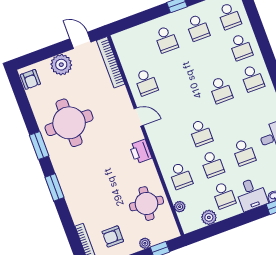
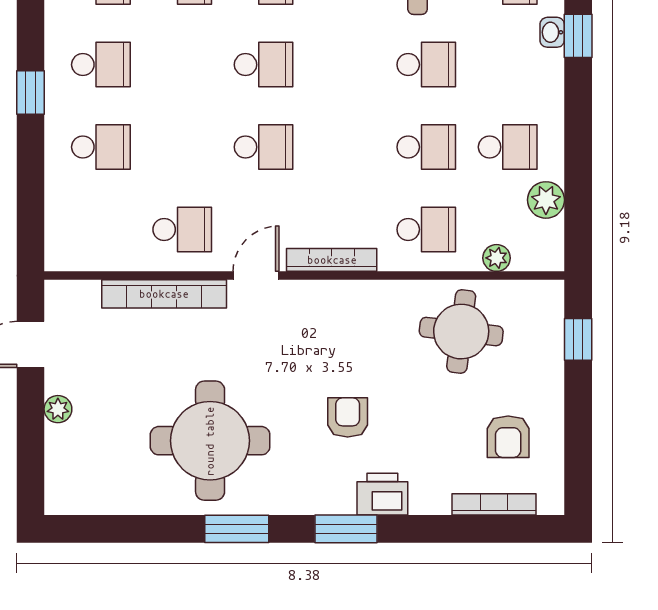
bookcase: (111, 62) -> (164, 294), moved
plant: (61, 65) -> (58, 409), width x0.53, depth x0.53
armchair: (30, 79) -> (348, 417), moved, turned -90
school desk: (201, 133) -> (264, 147), moved
bookcase: (155, 144) -> (332, 260), added
printer: (141, 151) -> (382, 494), moved, turned 180
desk: (251, 194) -> (529, 83), removed
plant: (145, 243) -> (551, 369), removed

